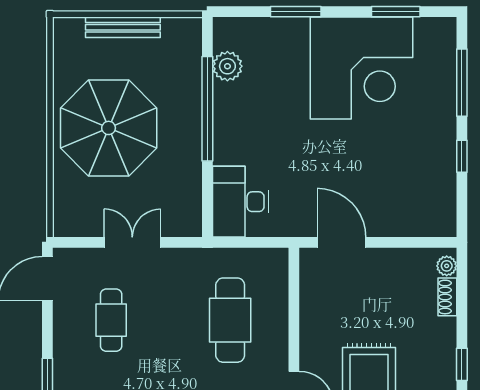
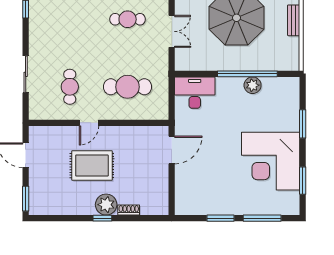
bench: (123, 27) -> (294, 20), width x0.73
plant: (227, 66) -> (253, 85), moved
window: (462, 156) -> (220, 218), width x1.50
plant: (447, 266) -> (106, 205), moved, width x1.87, depth x1.87
shoe rack: (447, 297) -> (129, 210), moved

